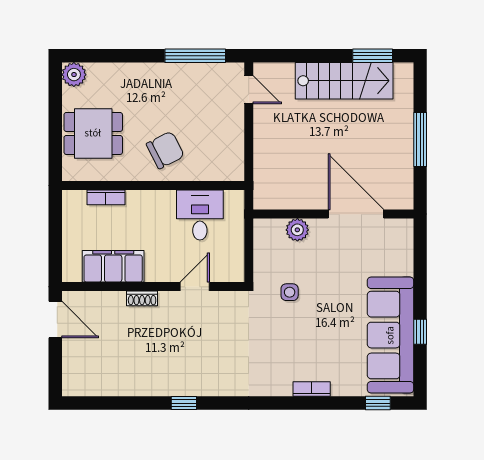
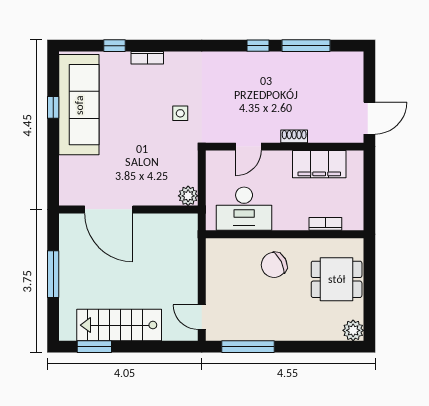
desk: (200, 215) -> (244, 209), width x1.37
plant: (297, 230) -> (188, 196), moved
side table: (290, 292) -> (180, 113), moved
door: (55, 319) -> (369, 118), swing flipped
window: (128, 403) -> (306, 46), added
window: (378, 403) -> (115, 46), moved

